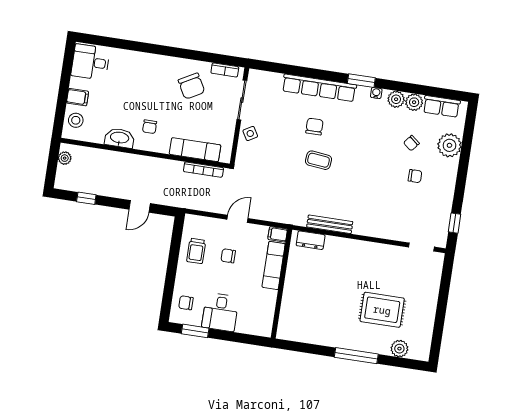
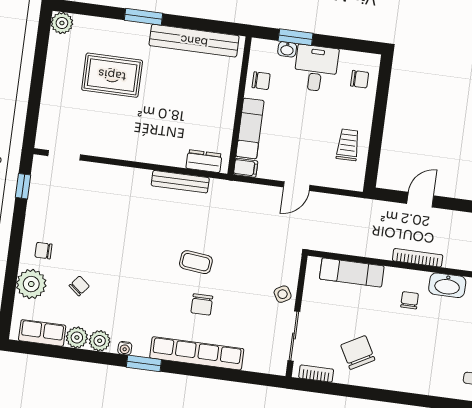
bookcase: (203, 170) -> (418, 258), moved
chair: (415, 176) -> (44, 251), moved
chair: (228, 256) -> (261, 81), moved
washbasin: (243, 328) -> (287, 49), added
window: (195, 331) -> (296, 37), moved
bench: (317, 336) -> (194, 41), added
plant: (399, 349) -> (62, 23), moved
window: (356, 356) -> (144, 17), width x0.69

